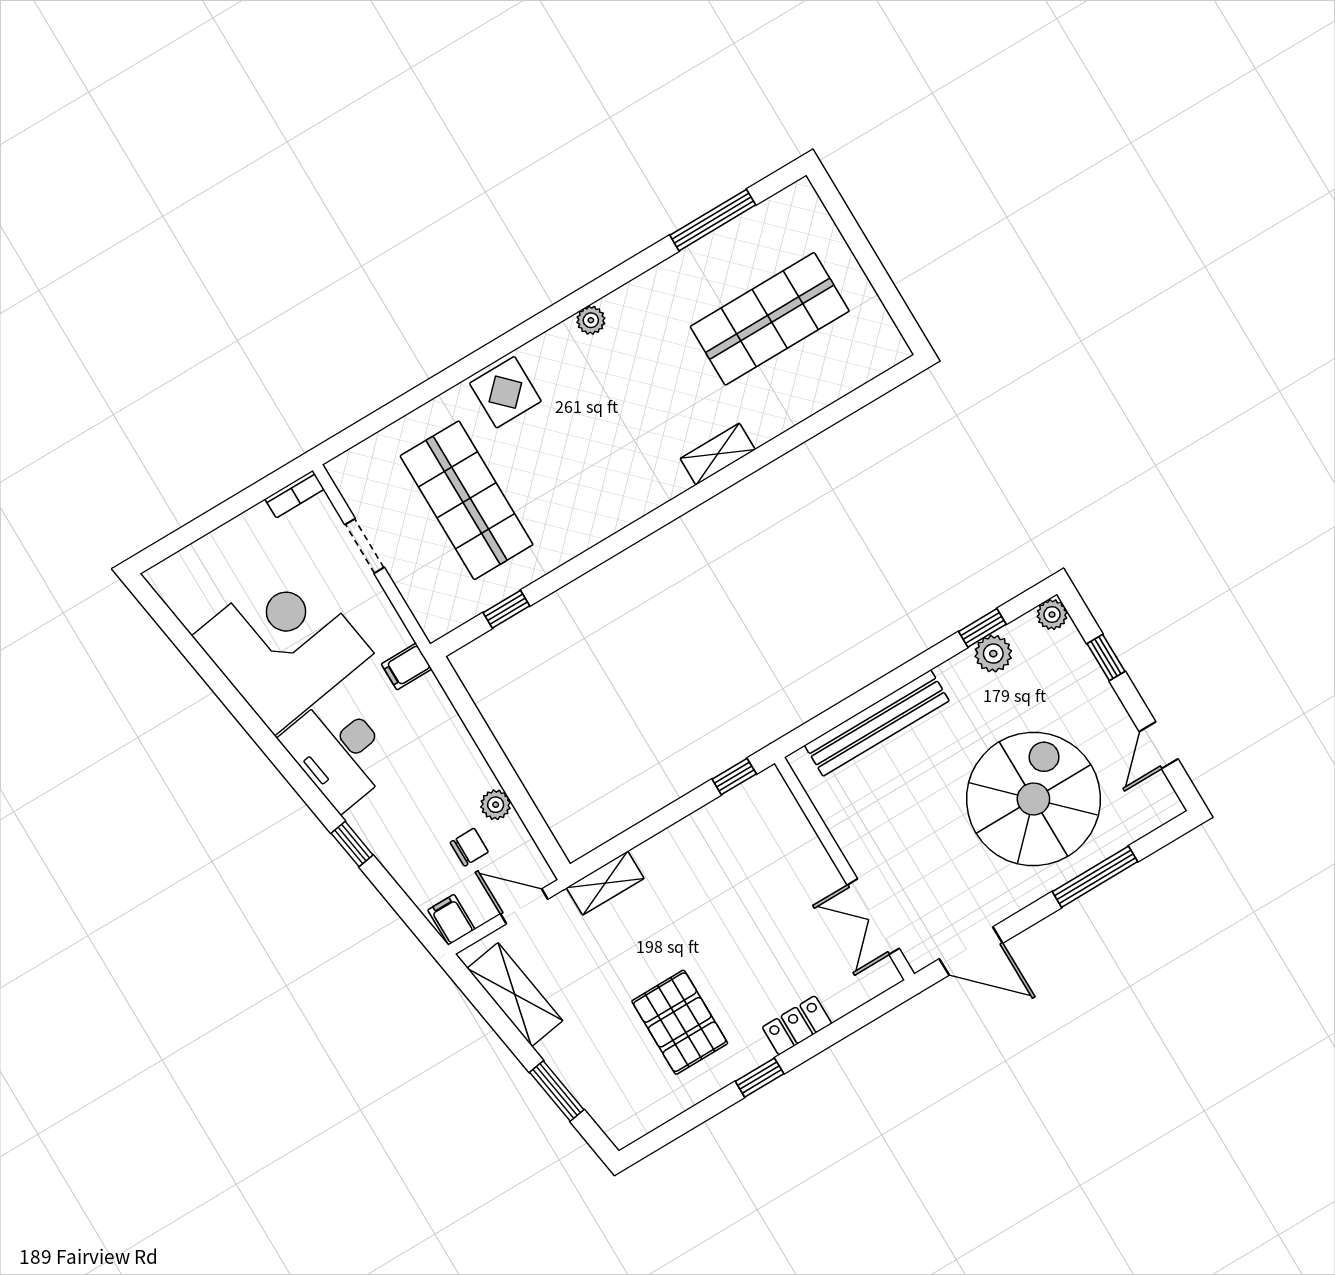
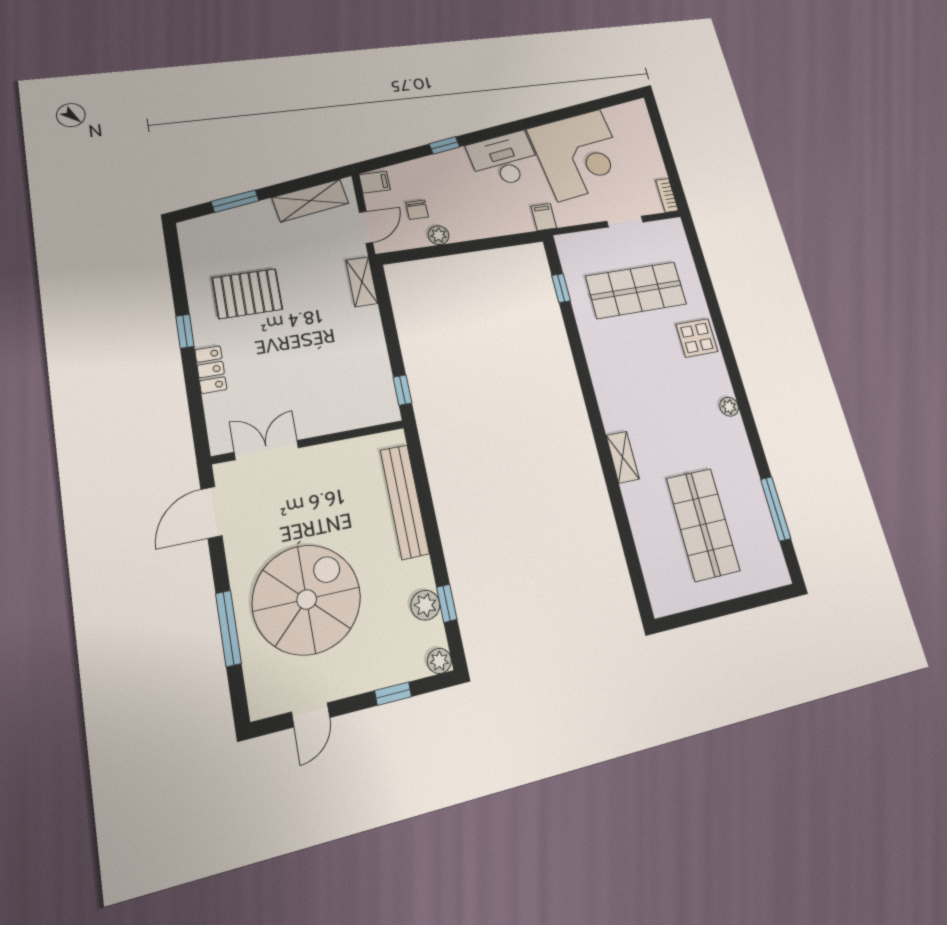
door: (1159, 745) -> (311, 715), swing flipped
spiral stairs: (1033, 799) -> (307, 599), turned -90

